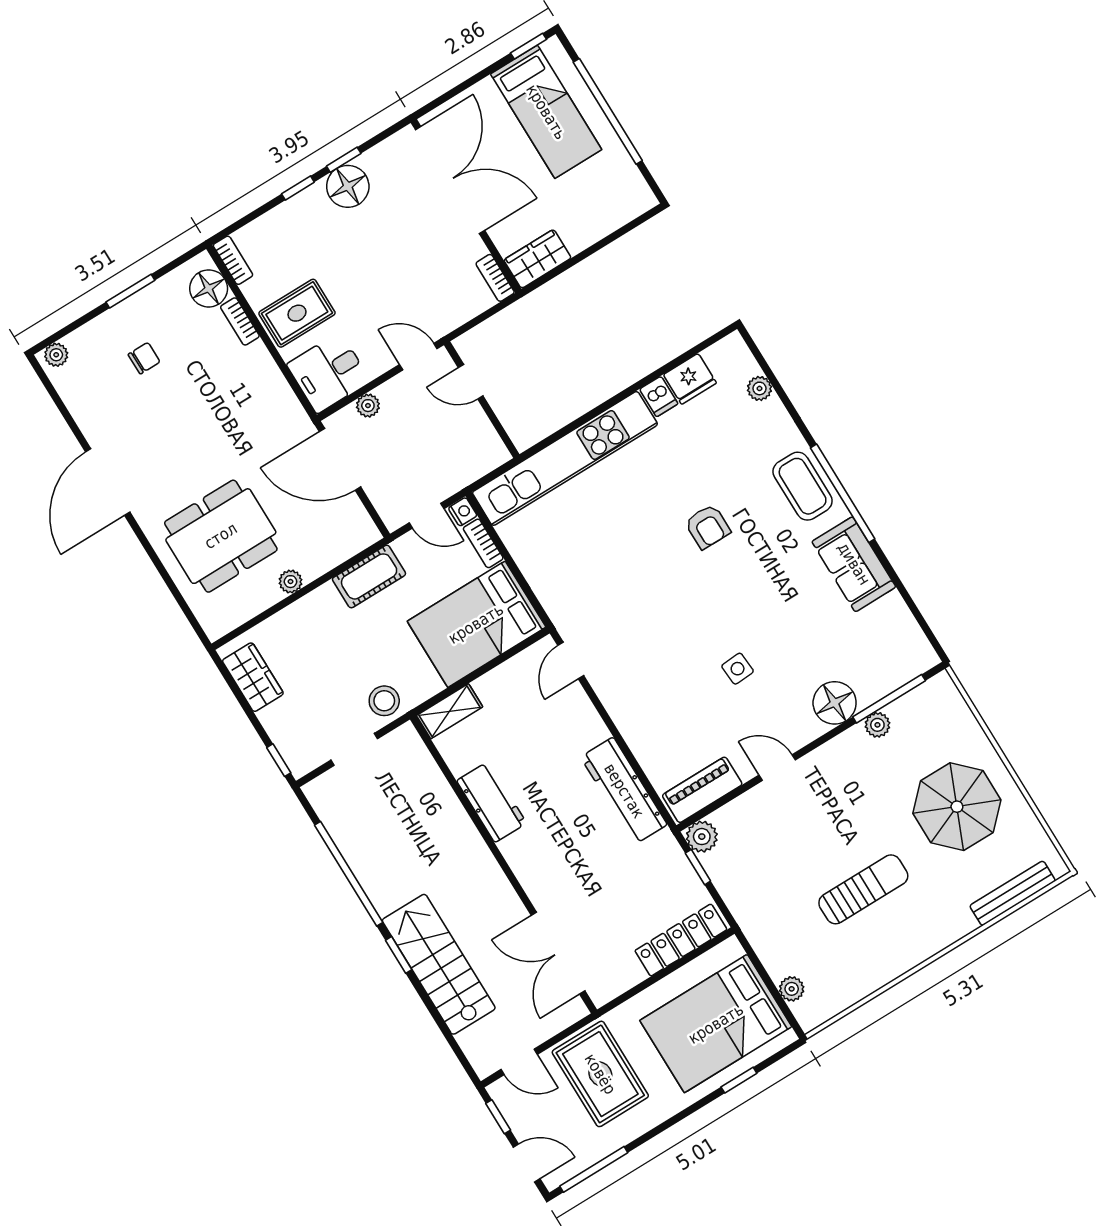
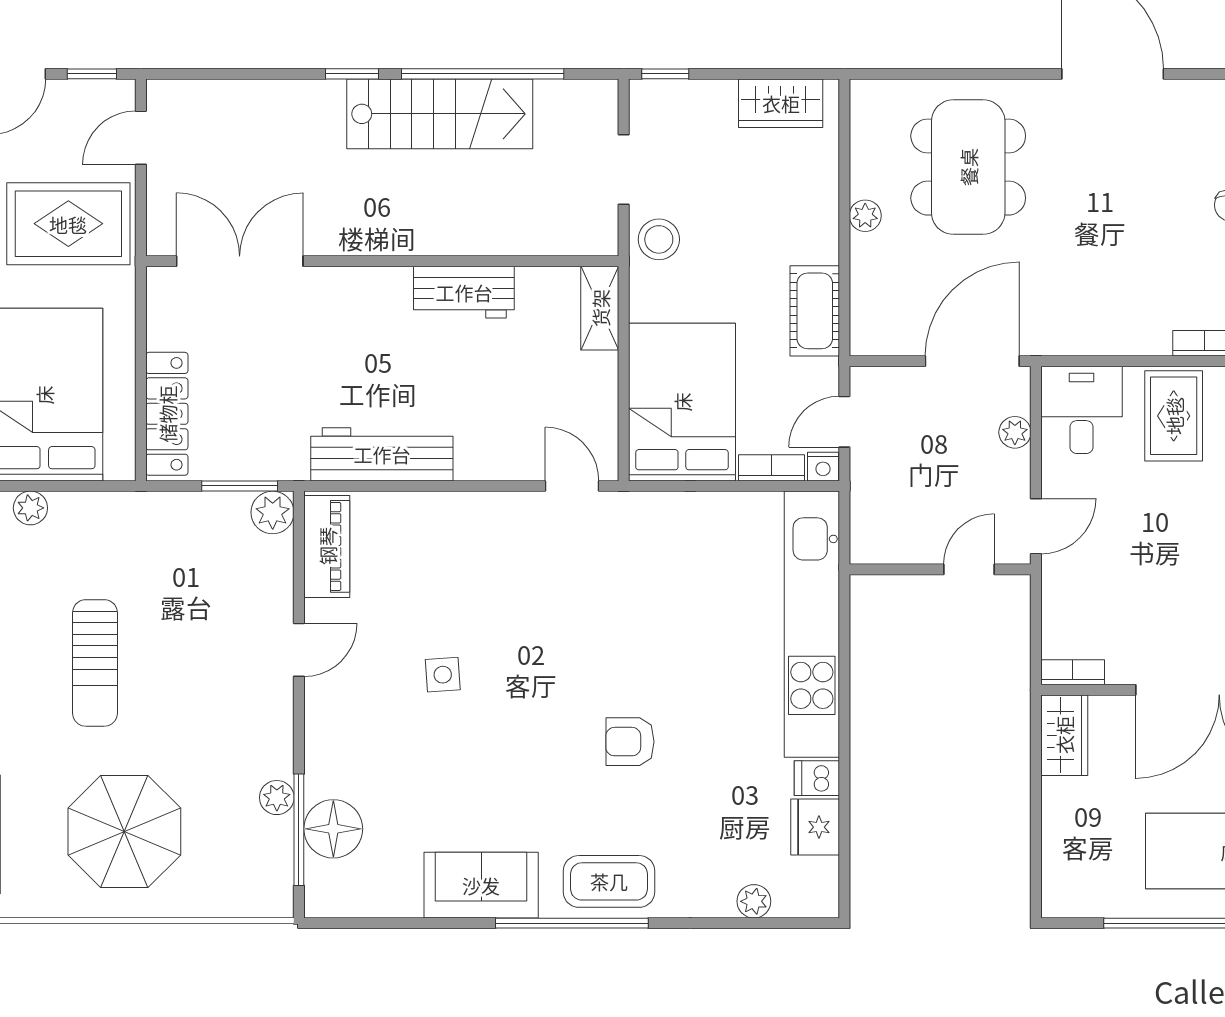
floor lamp: (835, 703) -> (333, 829), moved
window: (698, 867) -> (240, 486), width x1.50
stairs: (439, 964) -> (440, 114), moved

